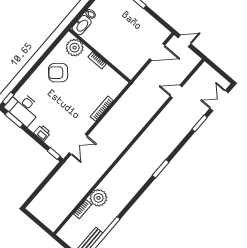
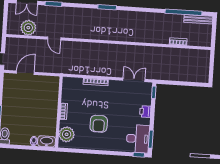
door: (157, 52) -> (25, 73), hinge flipped
armchair: (58, 73) -> (99, 124), moved, turned 42
door: (176, 92) -> (54, 39), moved
plant: (98, 198) -> (28, 28), moved

